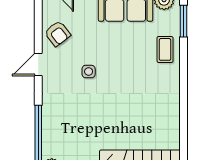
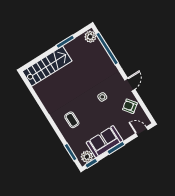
coffee table: (165, 49) -> (72, 120), moved

